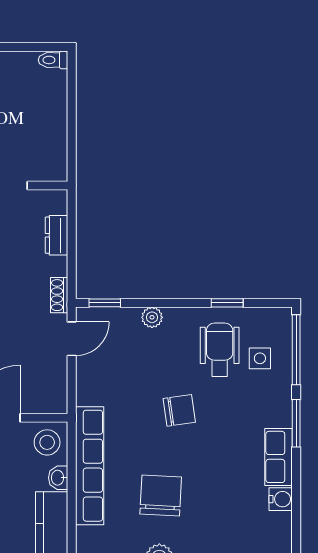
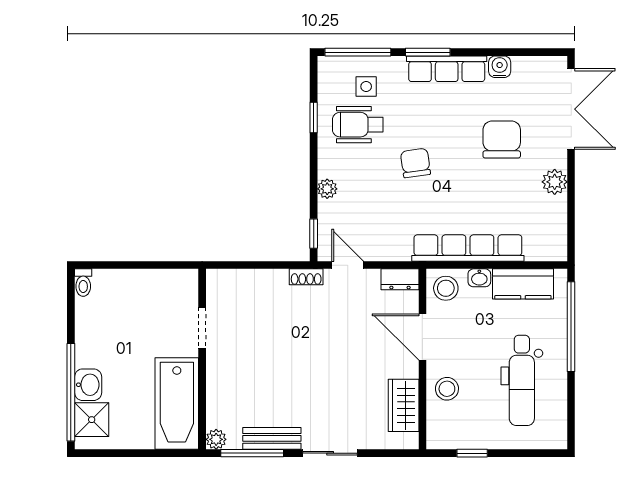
dresser: (57, 235) -> (400, 279), moved
row of seats: (279, 457) -> (447, 69), width x1.48
chair: (161, 496) -> (502, 139), moved, turned 87

